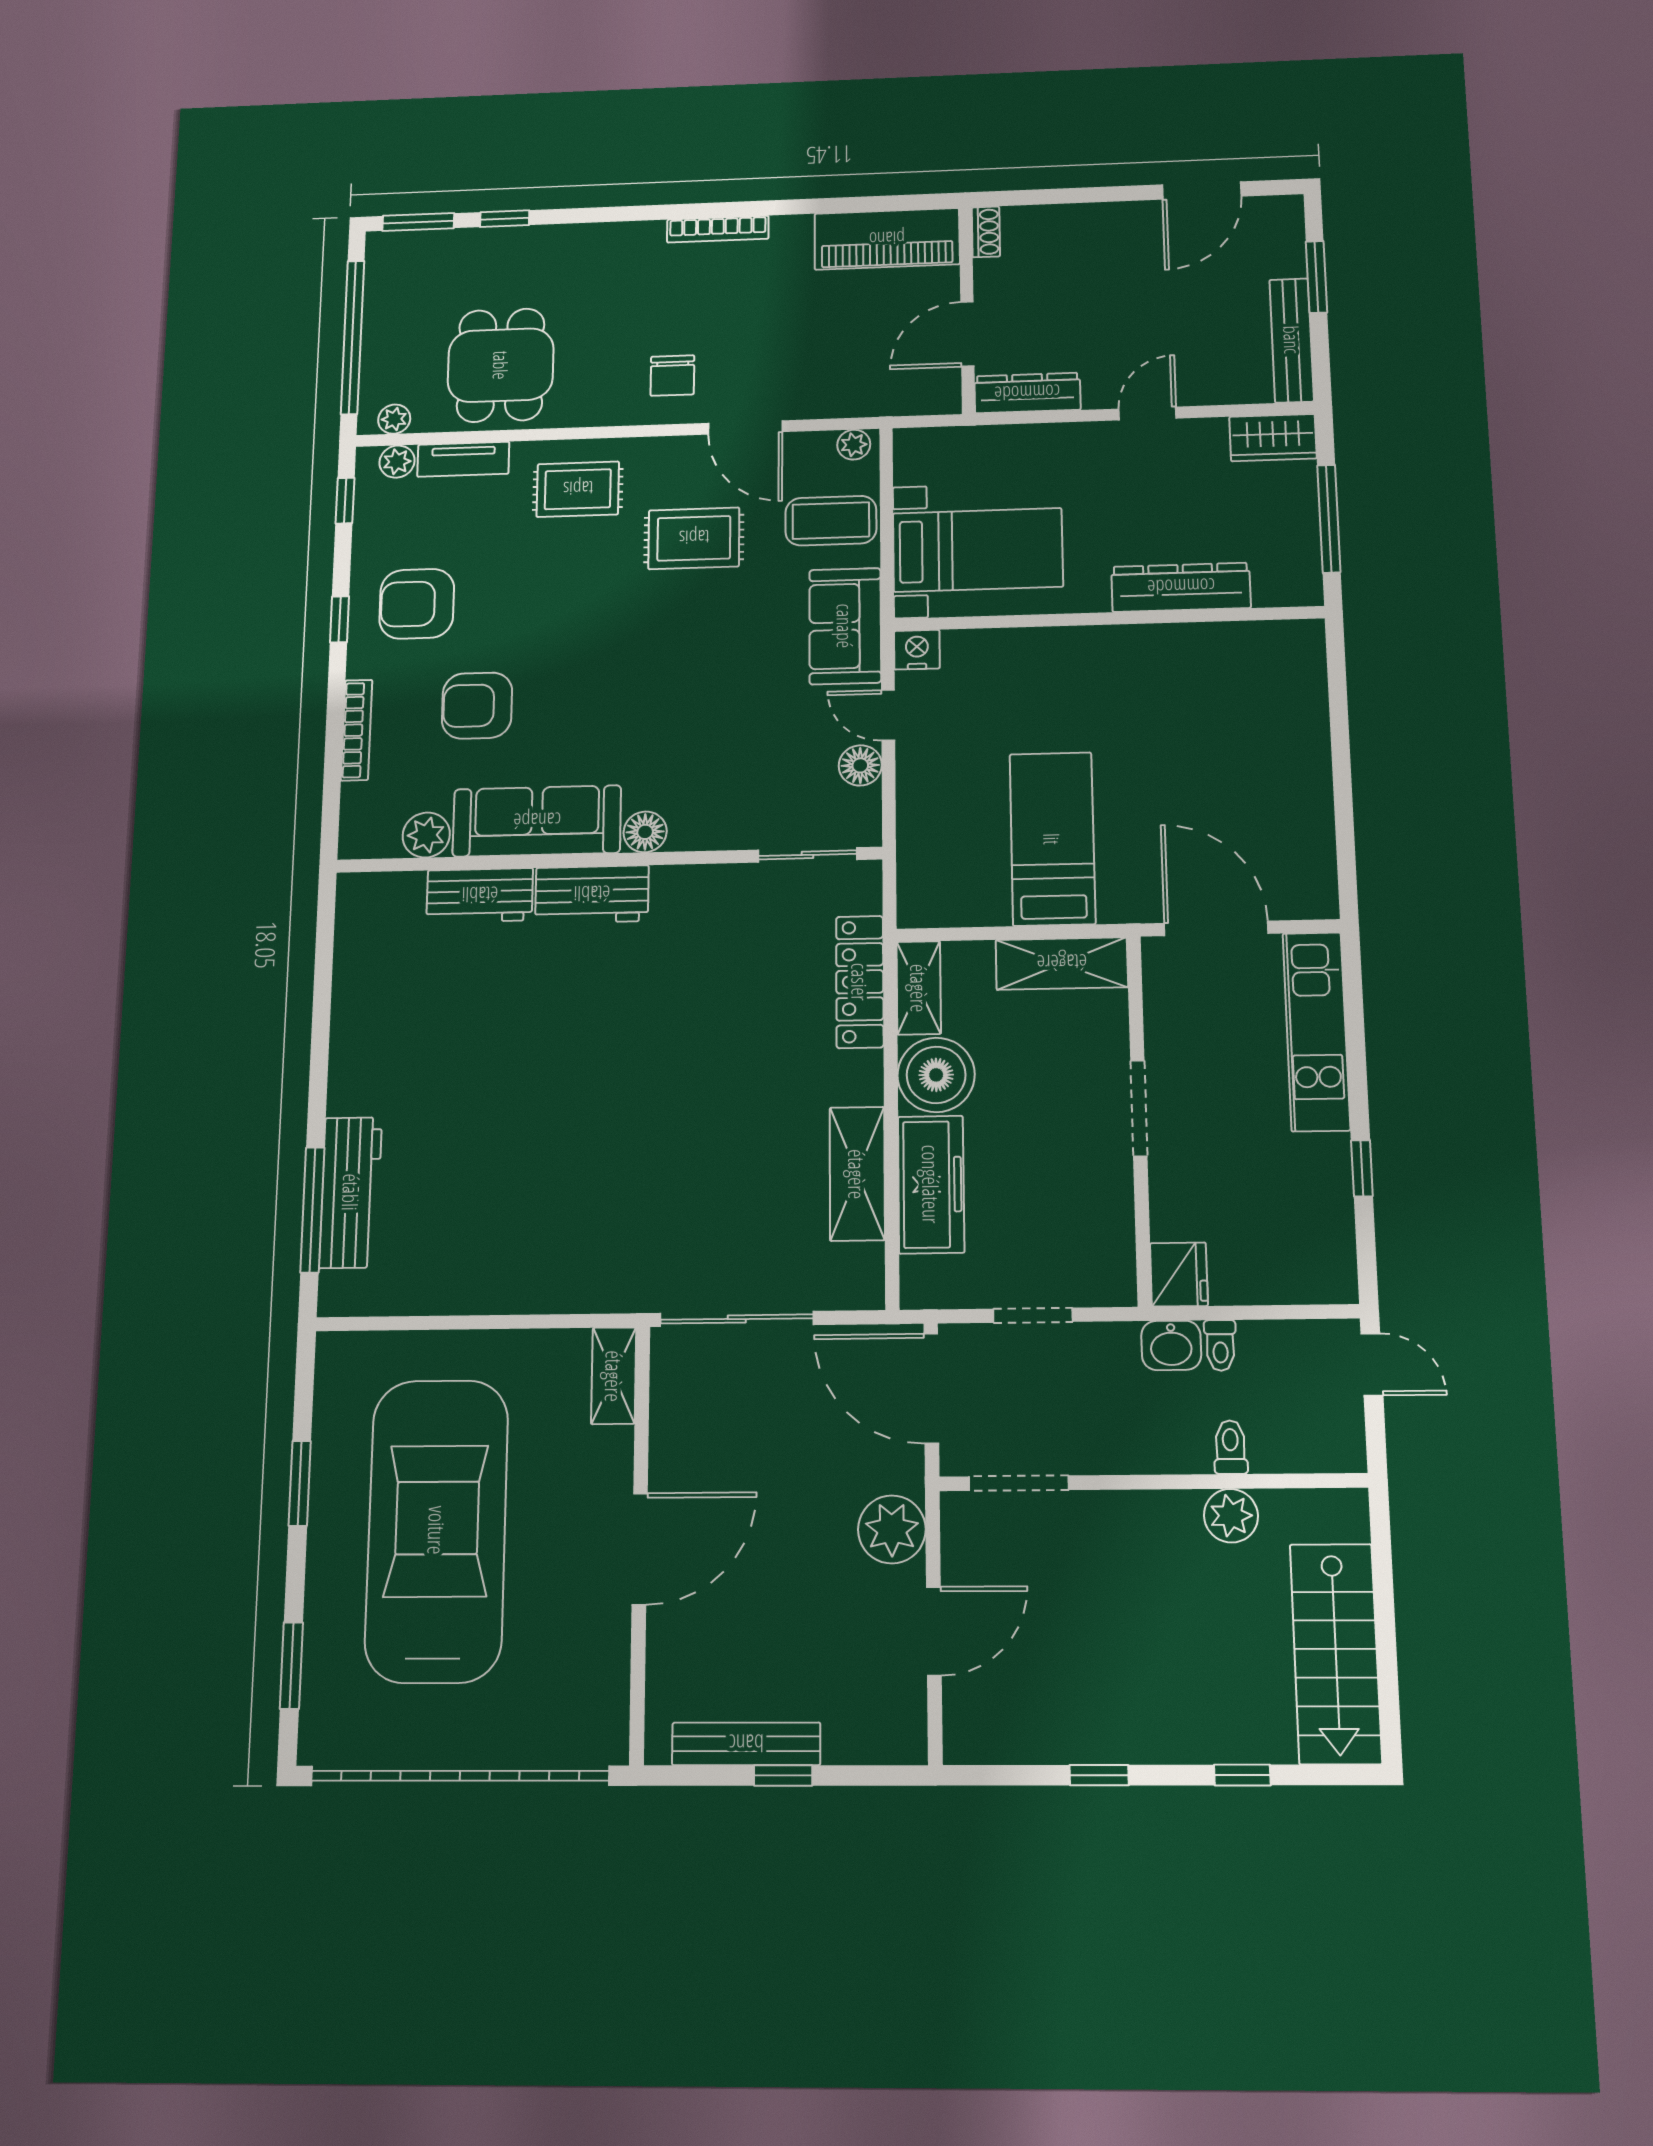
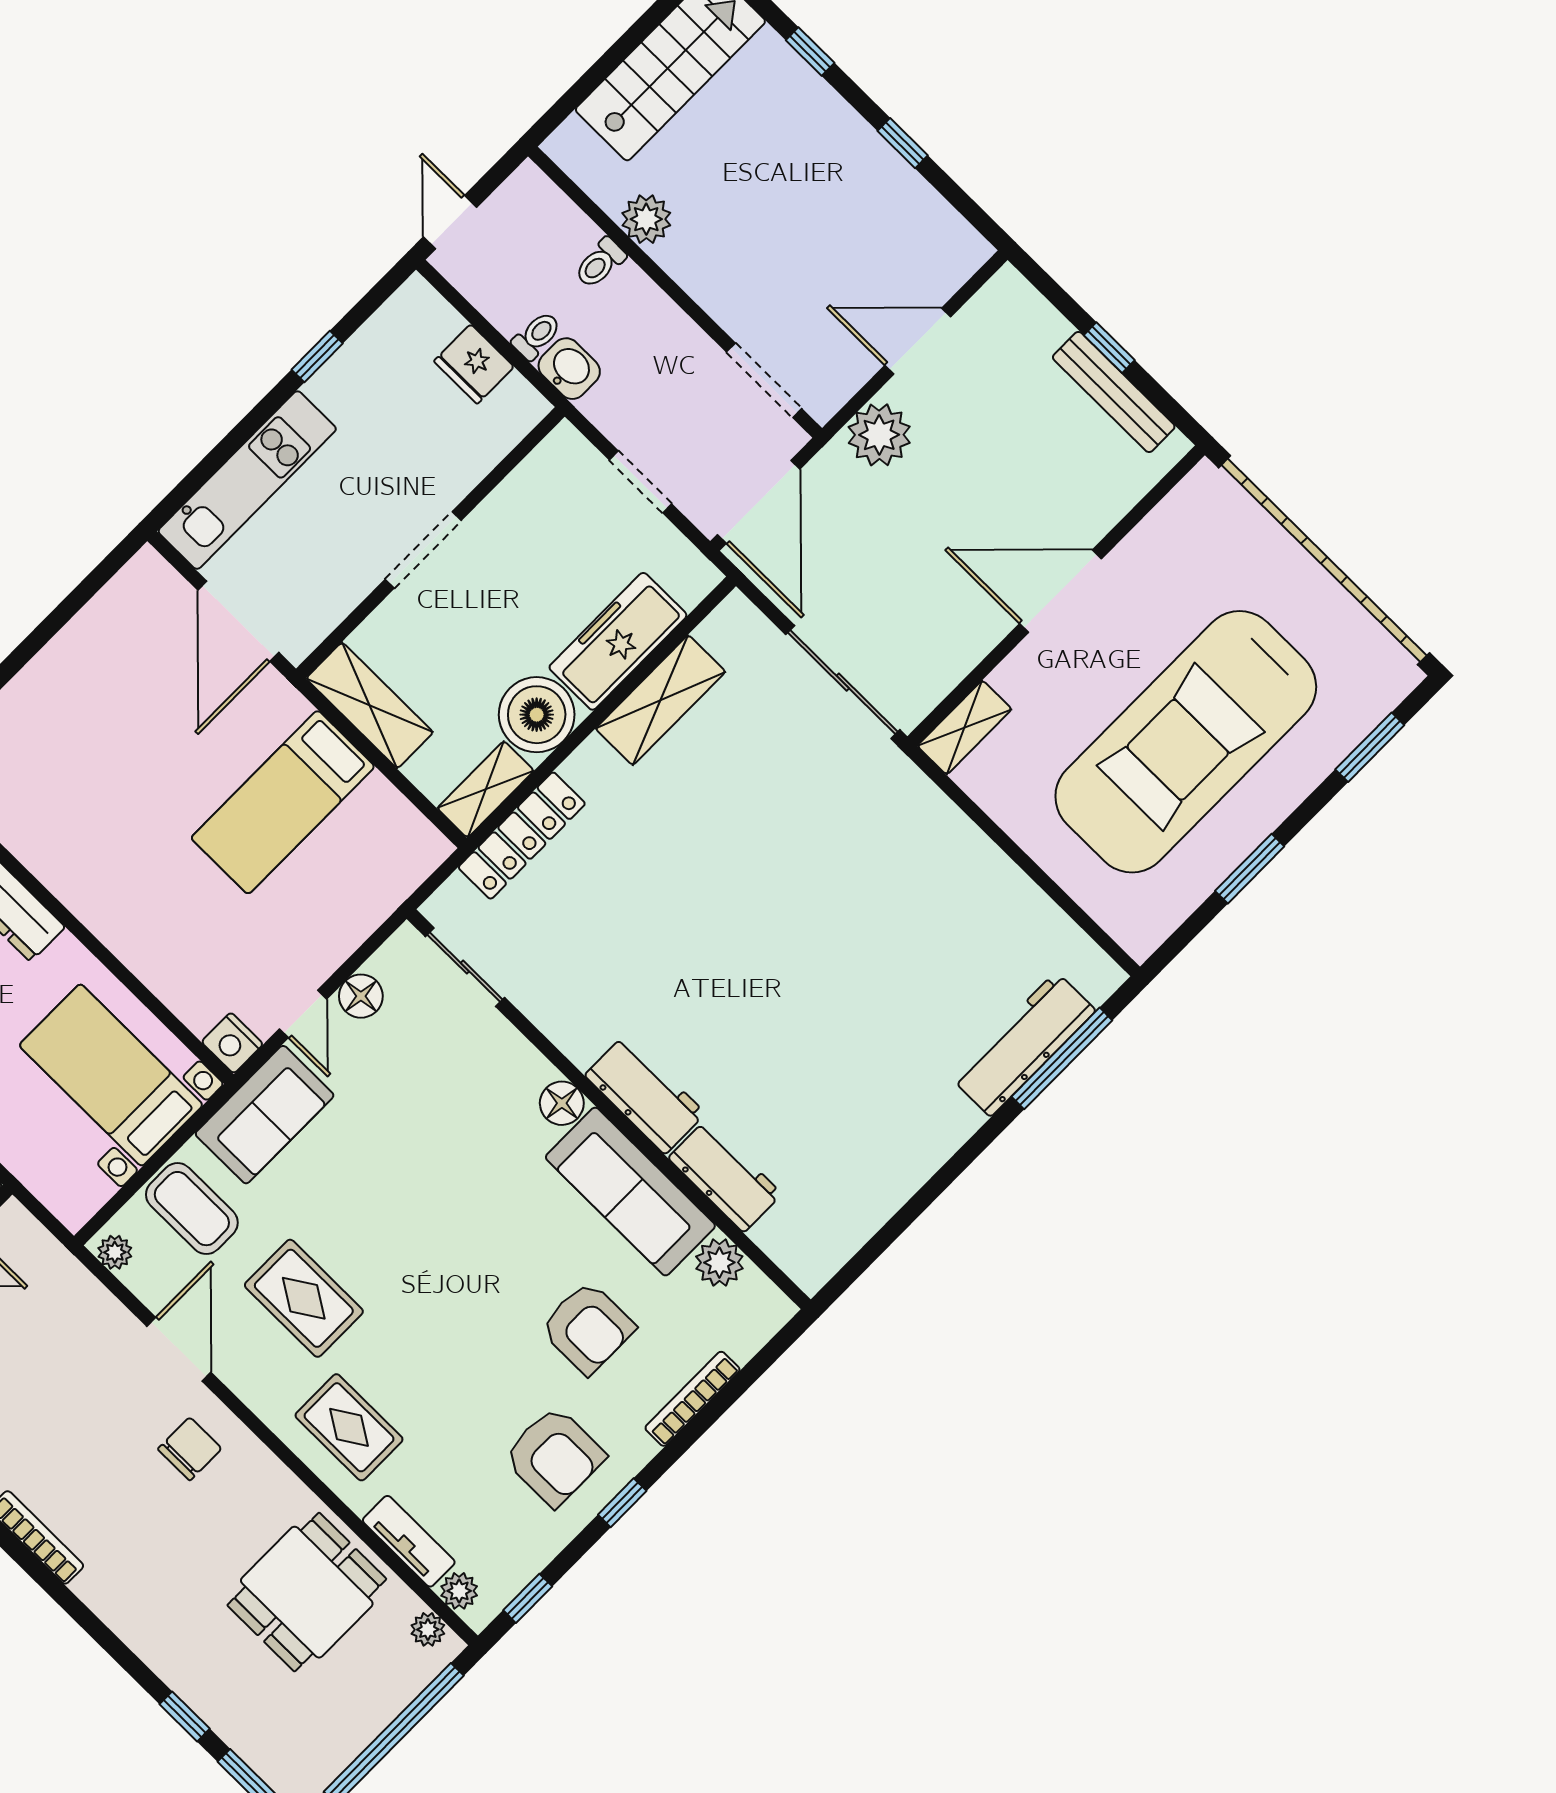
fridge: (1179, 1274) -> (474, 364), moved, turned -90

